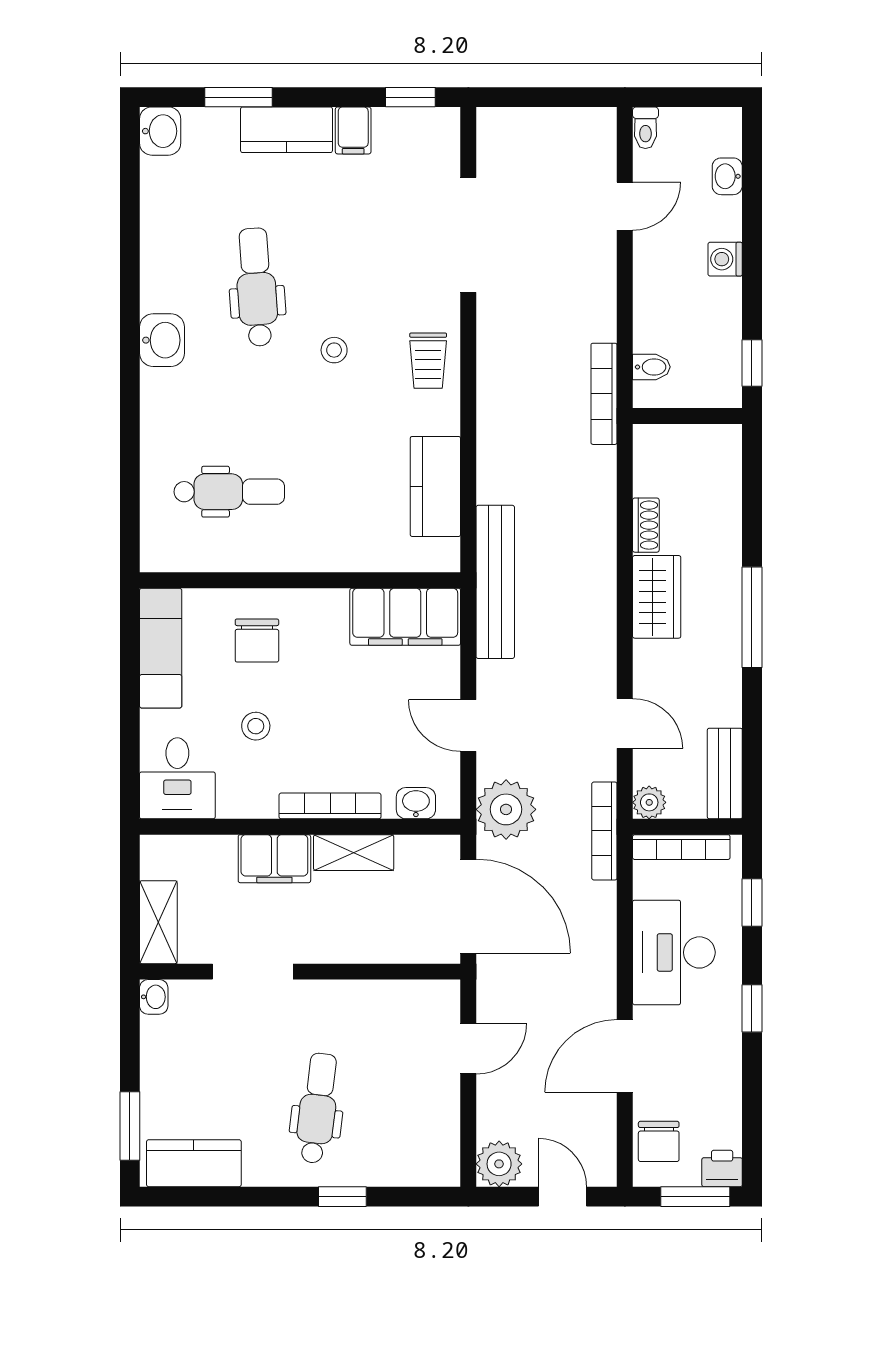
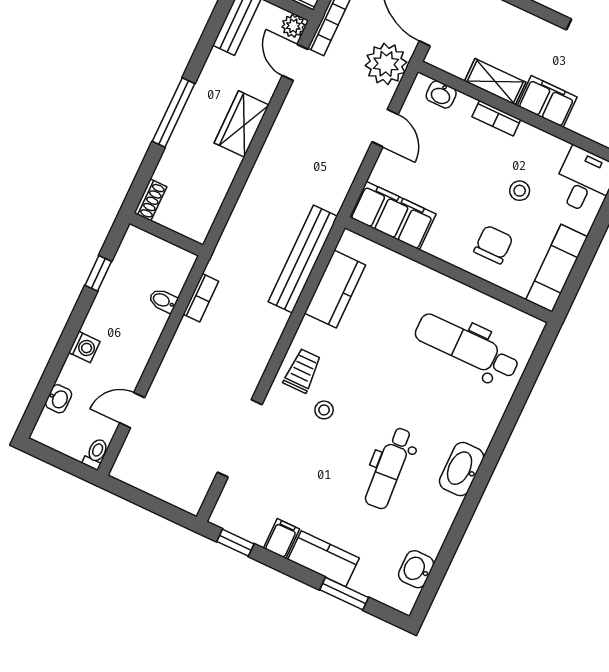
washbasin: (160, 131) -> (416, 569), moved
washbasin: (162, 340) -> (462, 469), width x1.38
stool: (334, 350) -> (324, 410), moved
bookcase: (604, 394) -> (201, 298), width x0.64
wall: (687, 416) -> (166, 234), moved
dental chair: (229, 492) -> (467, 347), width x1.36, depth x1.38
shoe rack: (646, 525) -> (150, 200), moved, turned 180
bench: (495, 582) -> (303, 259), moved
wardrobe: (657, 597) -> (242, 124), moved
door: (625, 723) -> (295, 62), moved
bookcase: (330, 806) -> (496, 118), width x0.64

